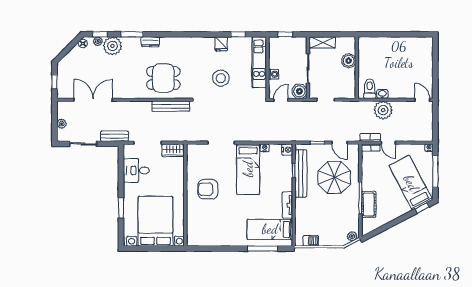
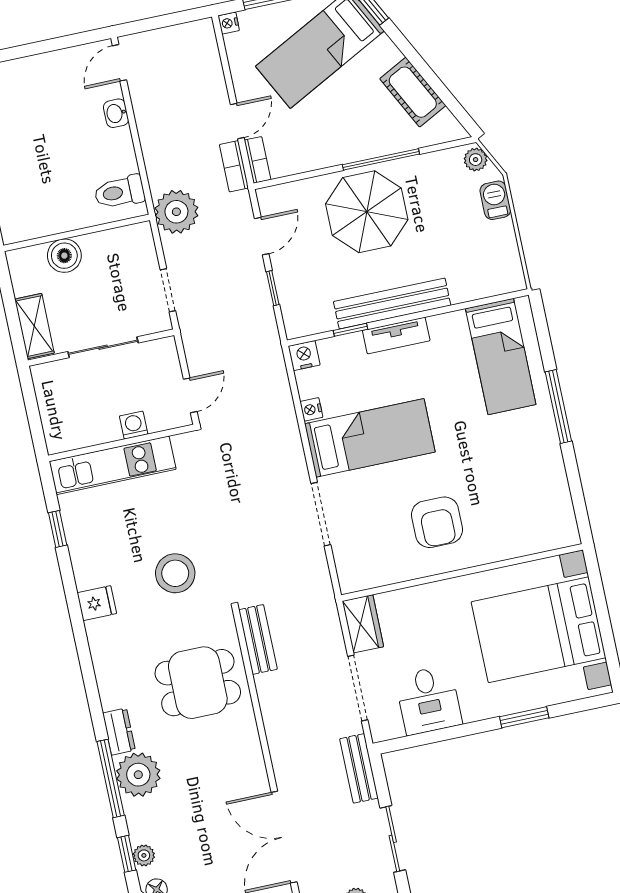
window: (132, 34) -> (111, 778), width x1.44
window: (285, 34) -> (34, 418), removed
fridge: (221, 44) -> (97, 603), moved
plant: (112, 46) -> (138, 775), moved
dining table: (163, 78) -> (198, 683), turned 90
stool: (221, 78) -> (175, 573), moved
boiler: (299, 91) -> (161, 356), removed
washbasin: (382, 94) -> (116, 113), moved
door: (281, 100) -> (190, 395), swing flipped
bench: (171, 106) -> (258, 639), width x0.73
plant: (383, 110) -> (176, 212), moved
bench: (301, 173) -> (392, 304), moved
parasol: (334, 177) -> (367, 212), moved
cot: (369, 204) -> (413, 92), moved, turned 62
tv unit: (287, 205) -> (396, 335), moved
barbecue: (311, 241) -> (495, 200), moved
window: (263, 249) -> (558, 406), moved

